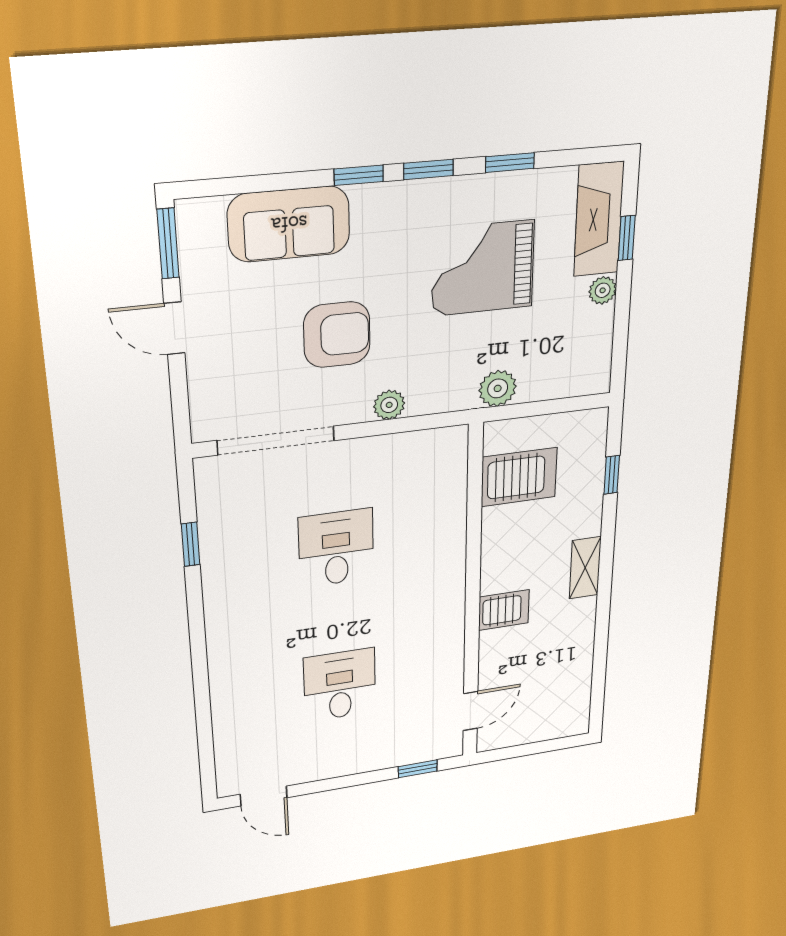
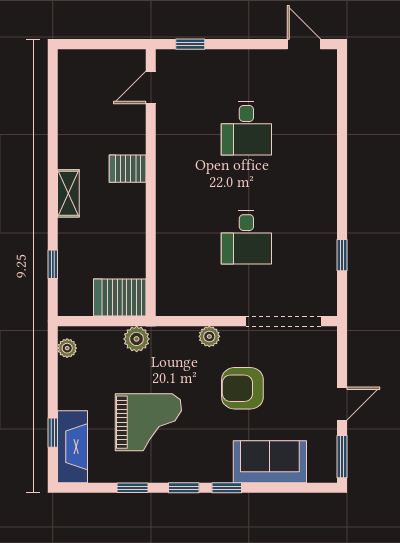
plant: (603, 290) -> (67, 348), moved
door: (174, 328) -> (342, 404), hinge flipped
server rack: (519, 477) -> (120, 298), moved

